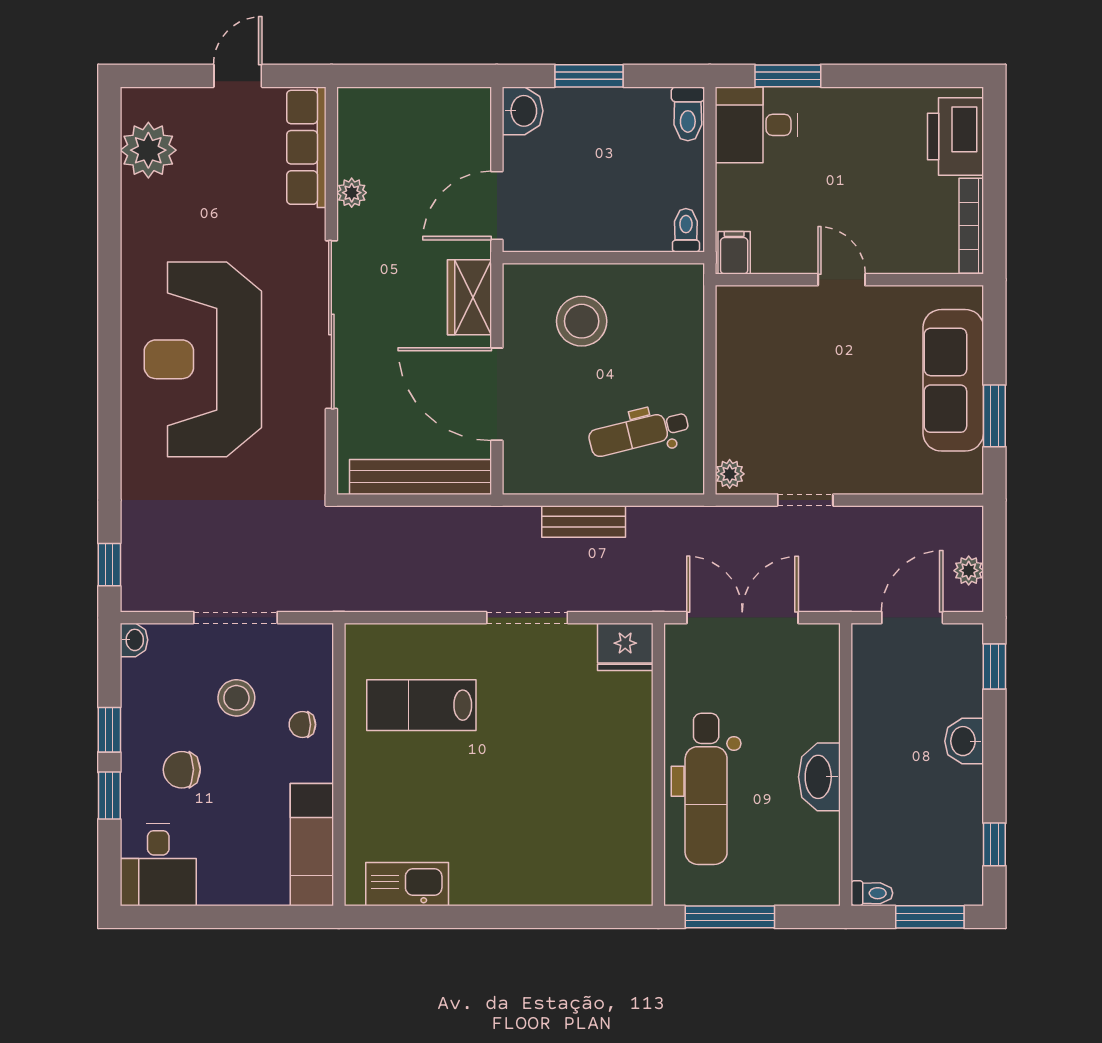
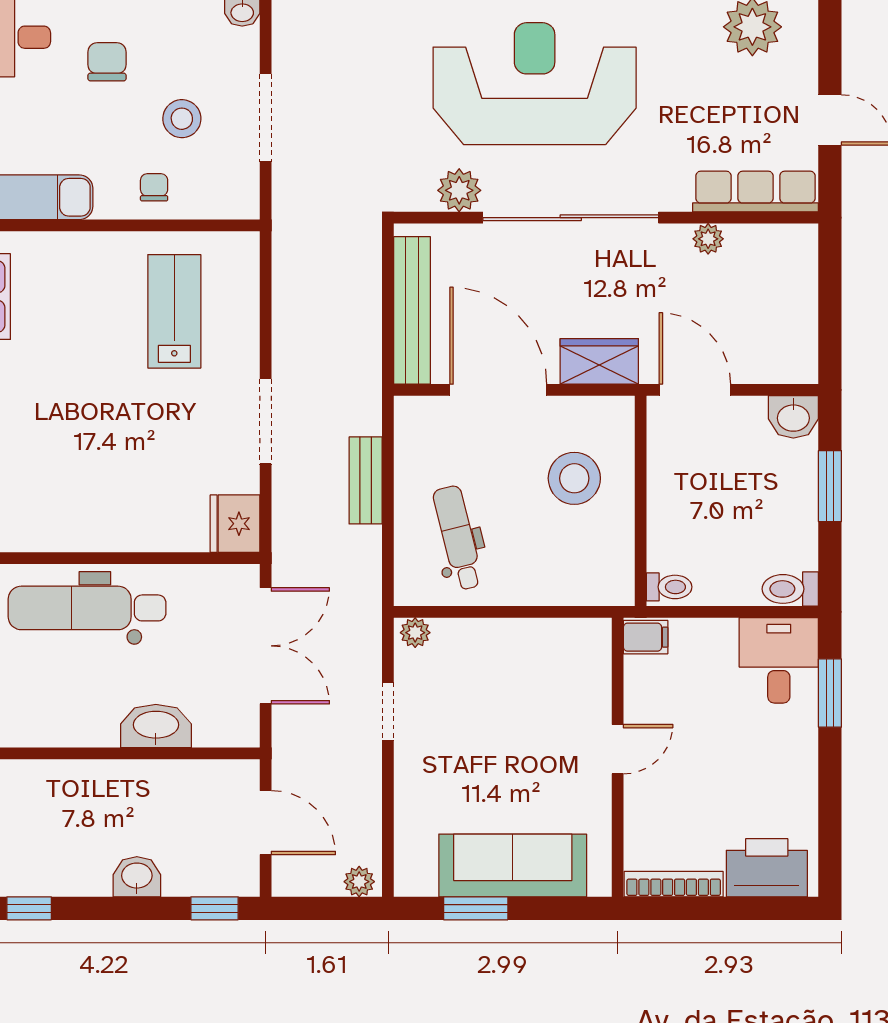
door: (497, 394) -> (498, 390), hinge flipped
plant: (305, 432) -> (459, 190), added
plant: (969, 571) -> (359, 882), moved
washbasin: (819, 777) -> (156, 726), moved

